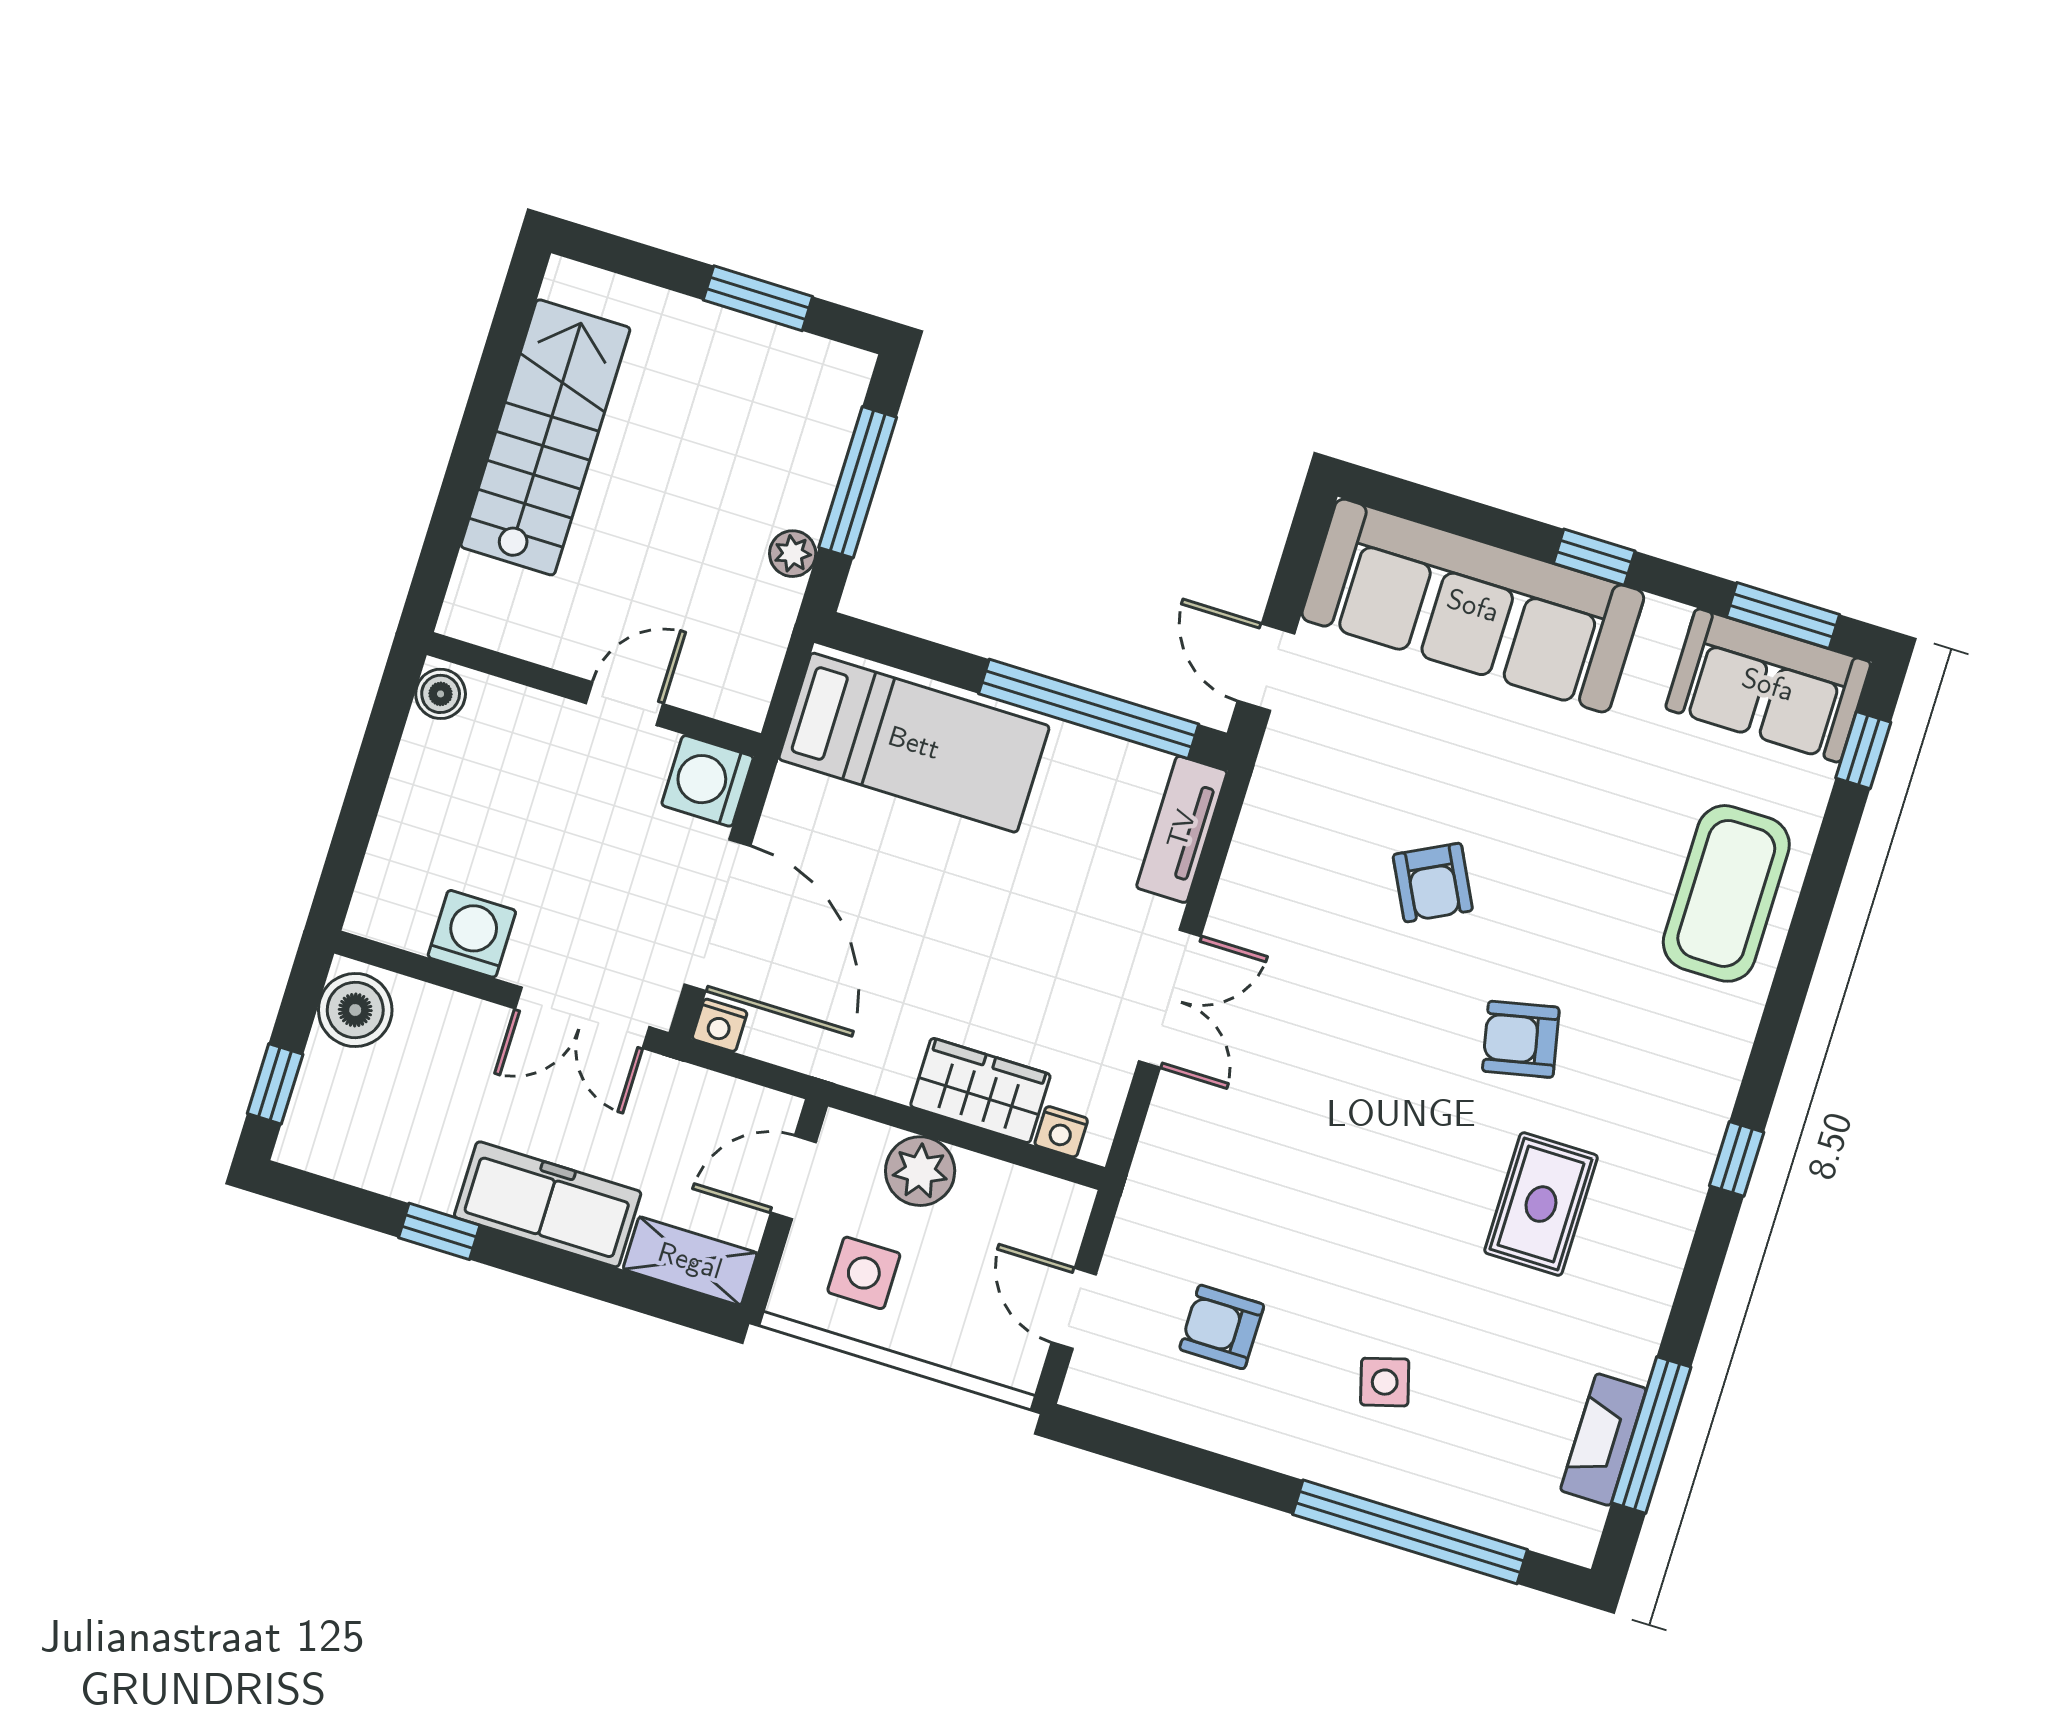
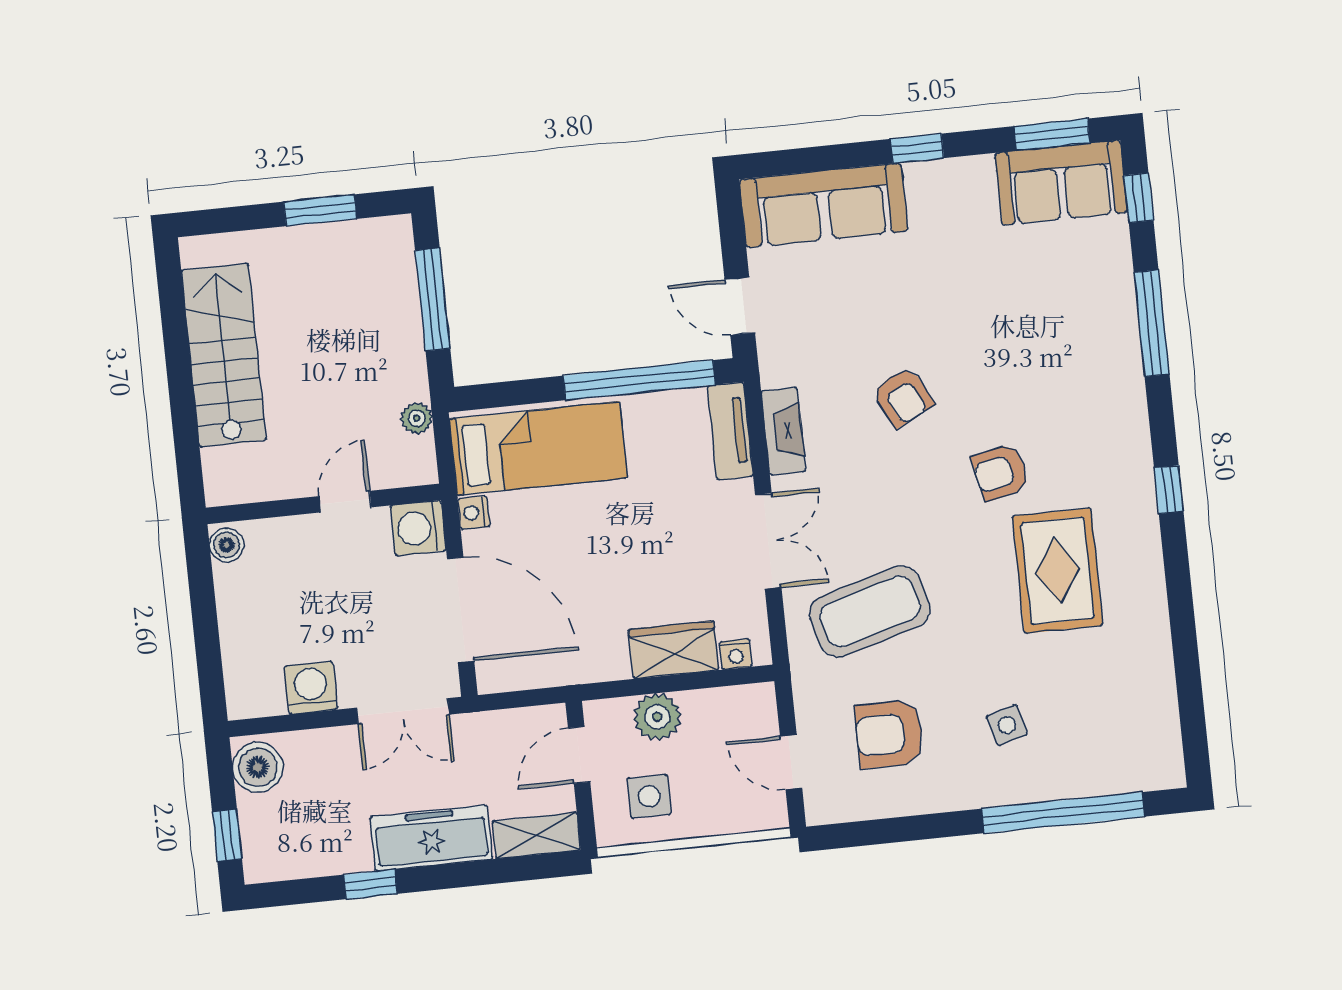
plant: (793, 554) -> (417, 418), moved
sofa: (1473, 606) -> (824, 205), width x0.74, depth x0.79
coffee table: (1726, 893) -> (870, 611), moved, turned 74
nightstand: (720, 1025) -> (474, 513), moved, turned 90
rug: (1541, 1204) -> (1058, 571), width x1.36, depth x1.43
armchair: (1222, 1327) -> (889, 734), width x1.38, depth x1.38
window: (1651, 1435) -> (1152, 323), moved
fireplace: (1603, 1440) -> (783, 431), moved, turned 180

